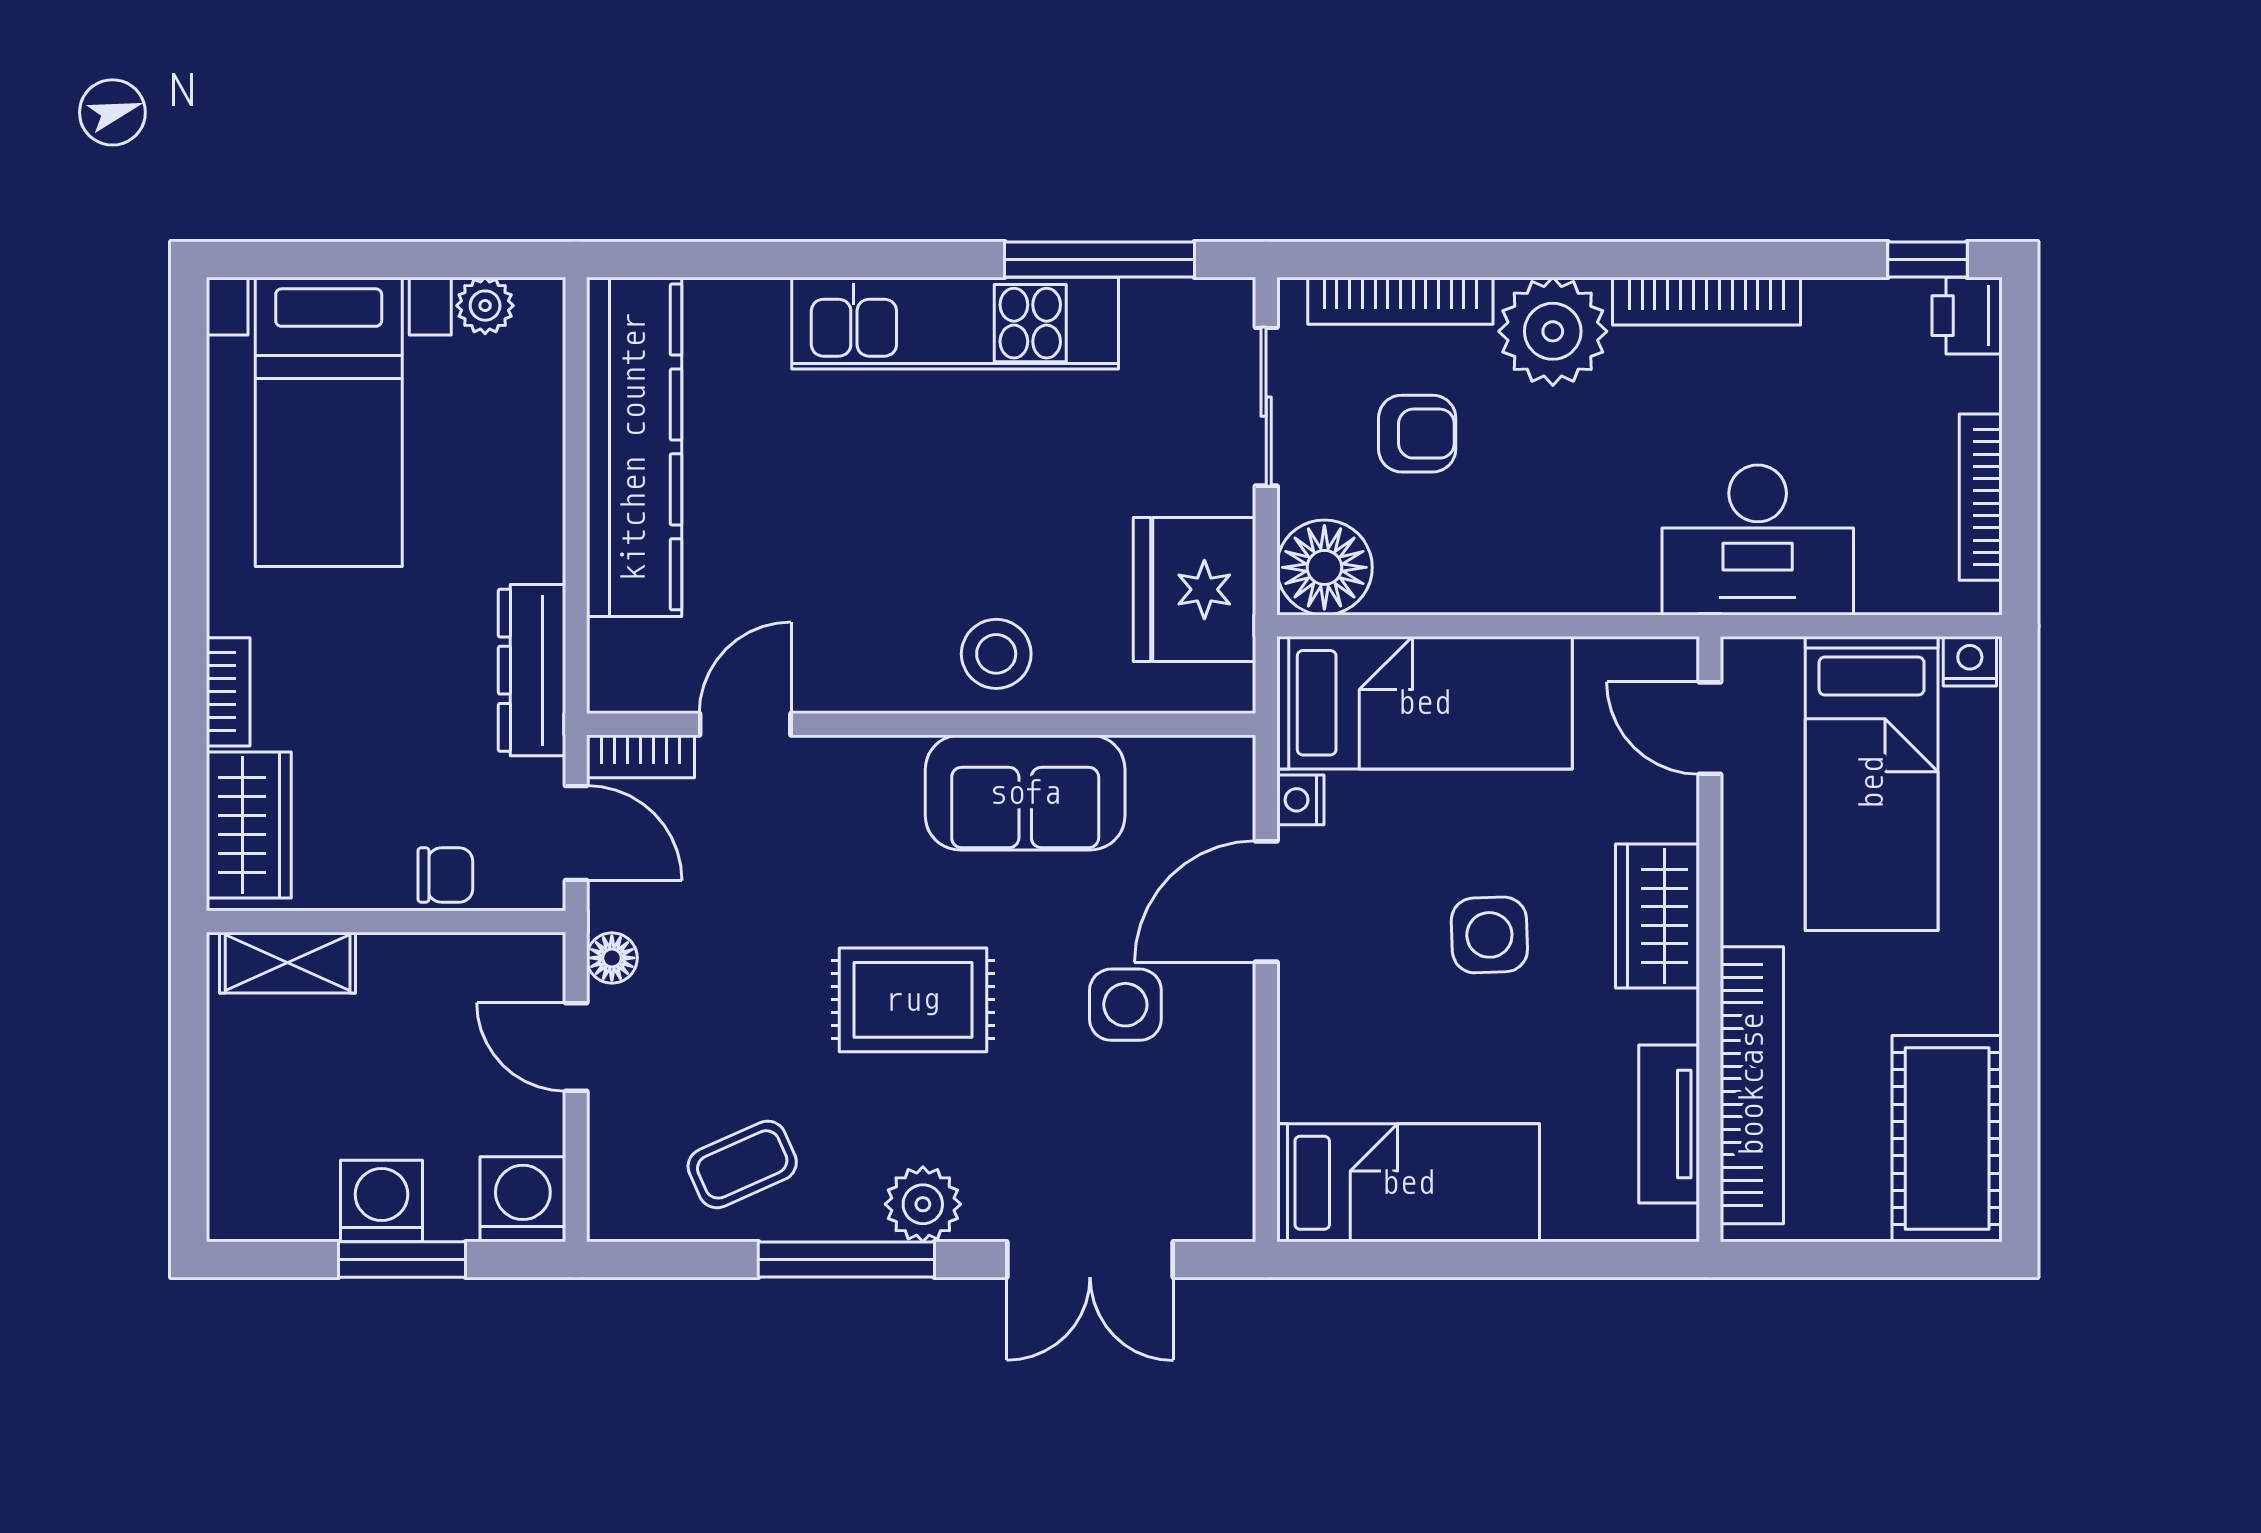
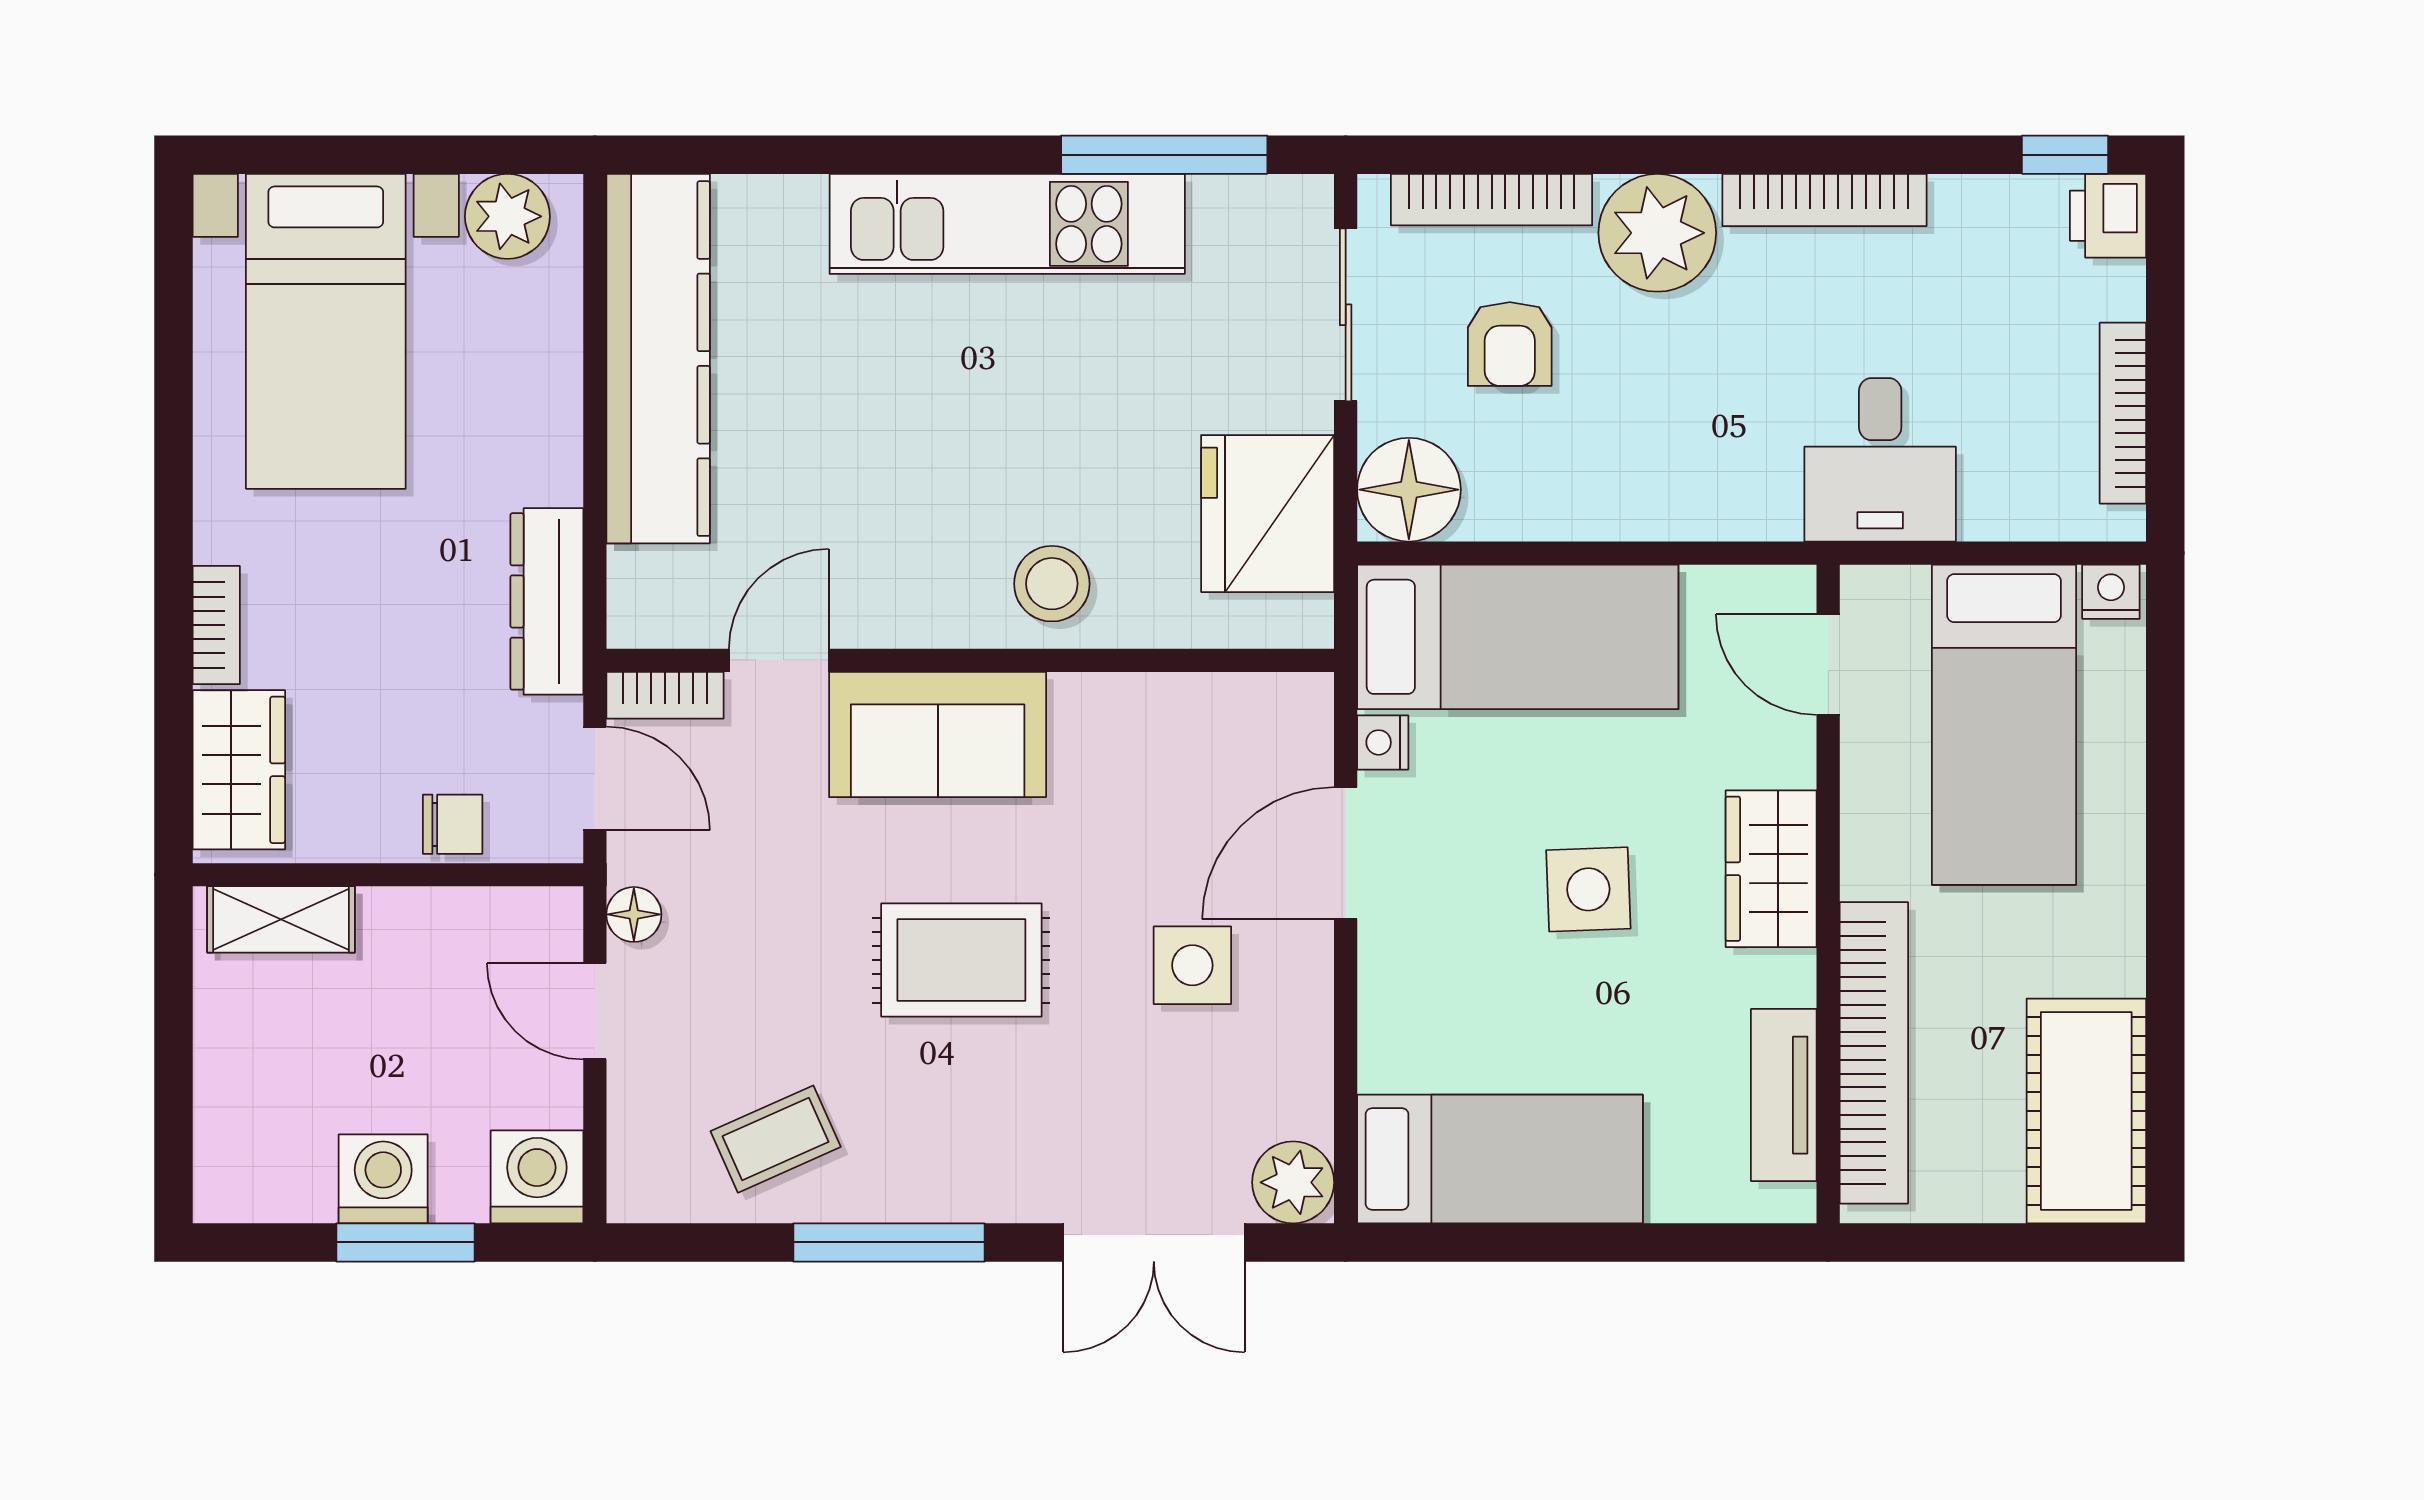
plant: (485, 306) -> (507, 216), width x1.38, depth x1.38
armchair: (1417, 434) -> (1510, 344), turned 90
desk: (1758, 540) -> (1880, 460), width x0.73
sofa: (1025, 793) -> (938, 734), moved
plant: (923, 1204) -> (1293, 1182), moved

